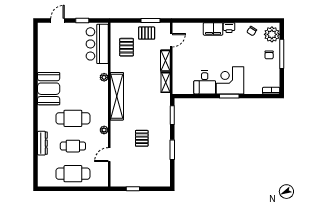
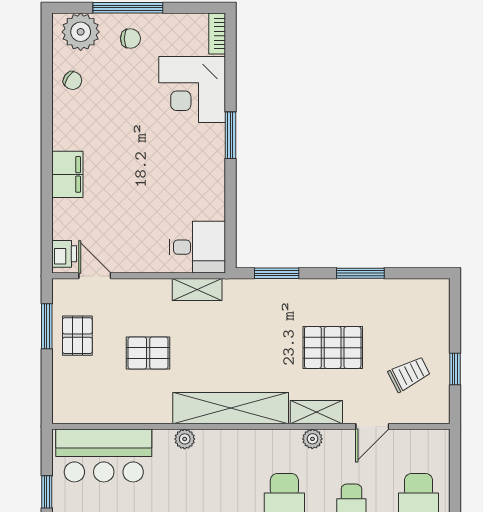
printer: (229, 28) -> (64, 254), moved
pallet: (127, 47) -> (148, 353), moved
shelving: (165, 61) -> (316, 412), moved
corner desk: (230, 80) -> (192, 89), moved
desk: (205, 82) -> (197, 247), moved
pallet: (142, 138) -> (333, 348), width x1.50, depth x1.42
door: (109, 155) -> (372, 426), hinge flipped
trolley: (131, 170) -> (409, 374), added

